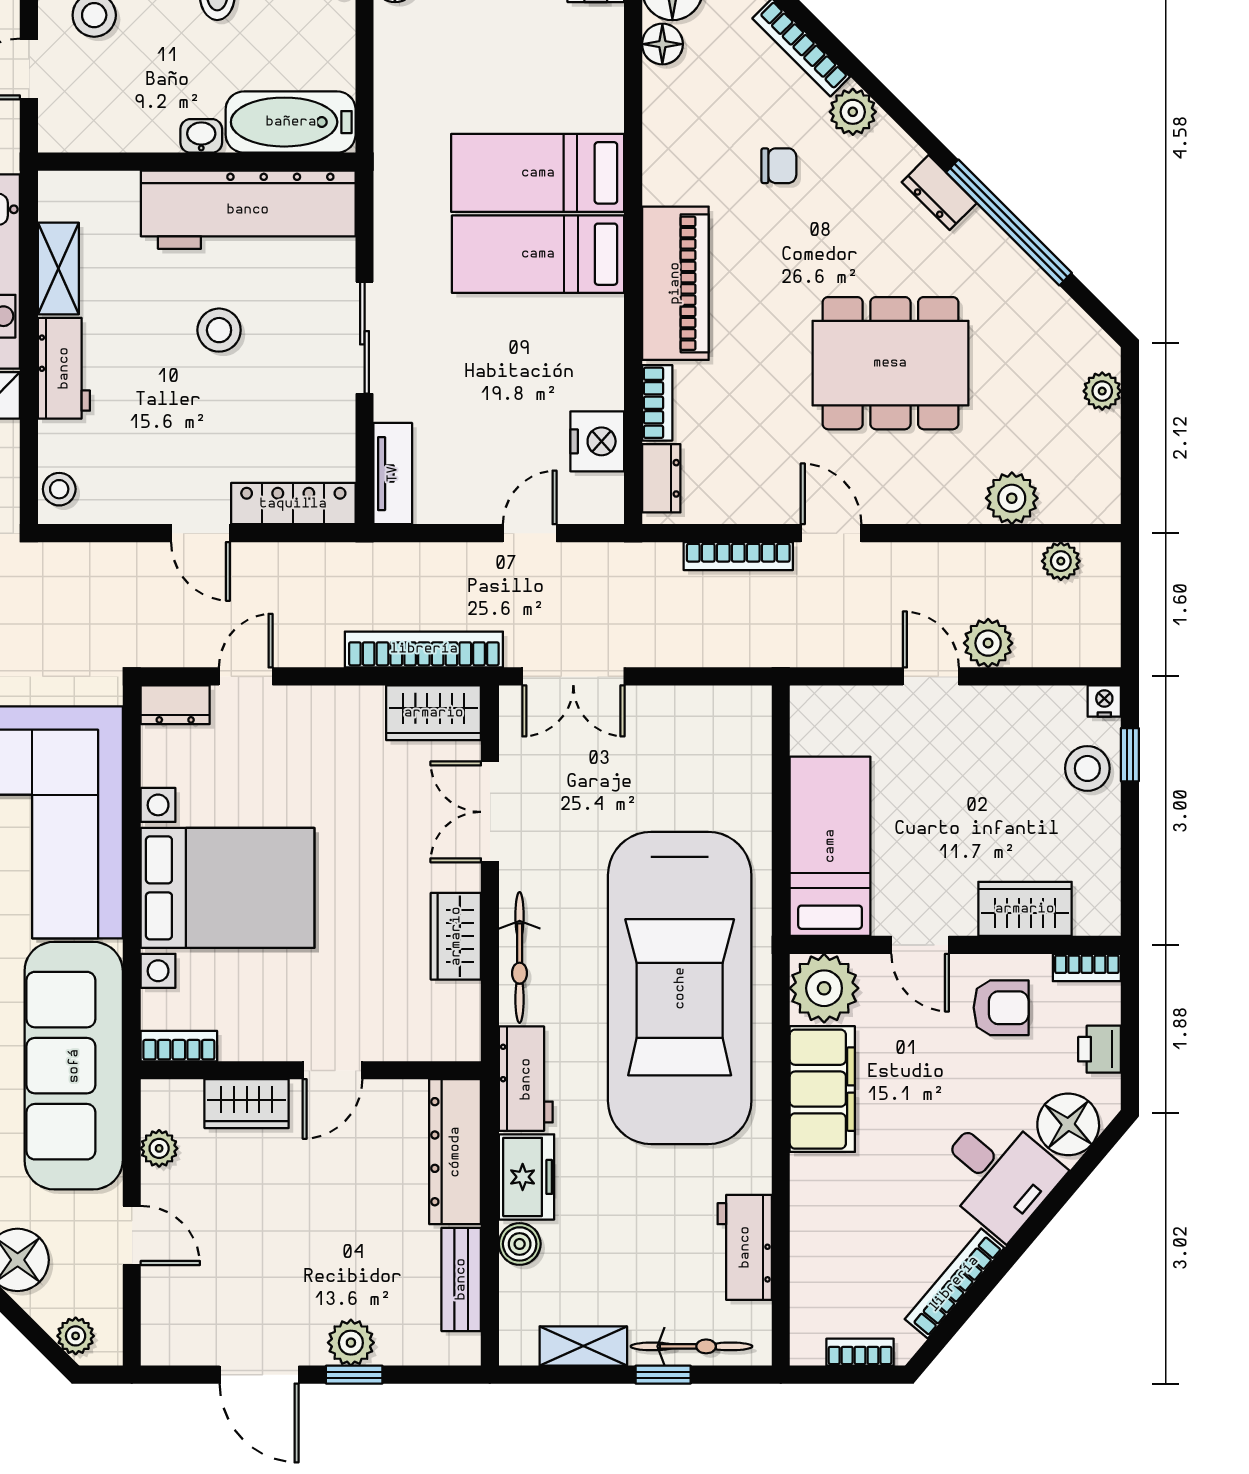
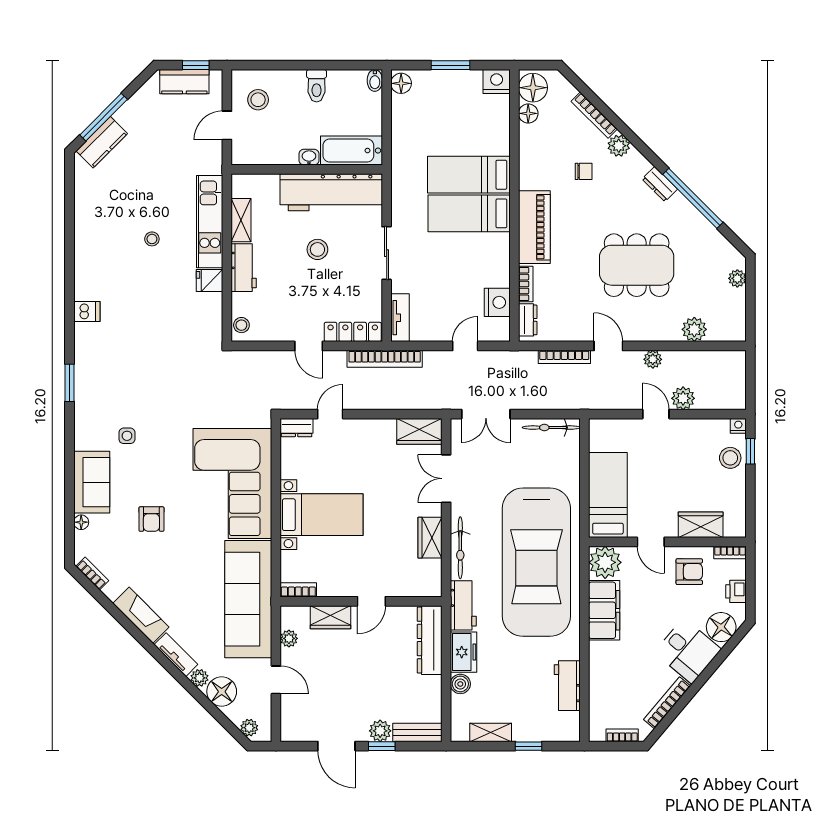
plant: (1061, 561) -> (653, 359), moved
bookcase: (424, 649) -> (385, 359), moved, turned 180
bed with nightstands: (228, 888) -> (321, 515), width x0.73
bench: (461, 1279) -> (417, 732), moved, turned 90
bicycle: (692, 1346) -> (551, 428), moved, turned 180

